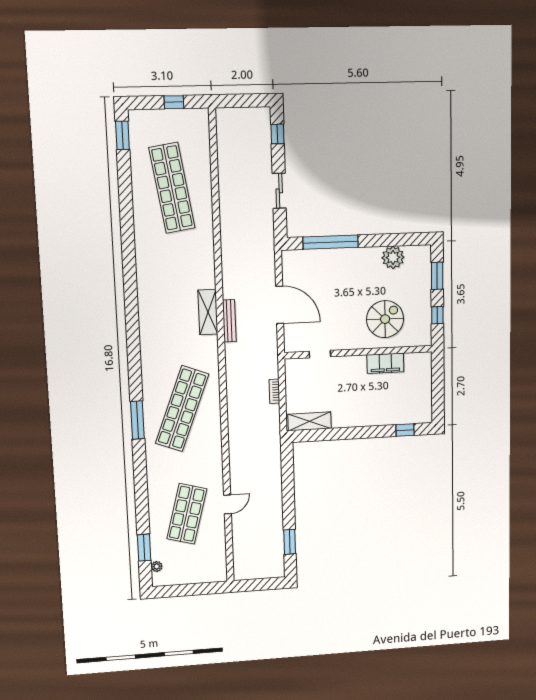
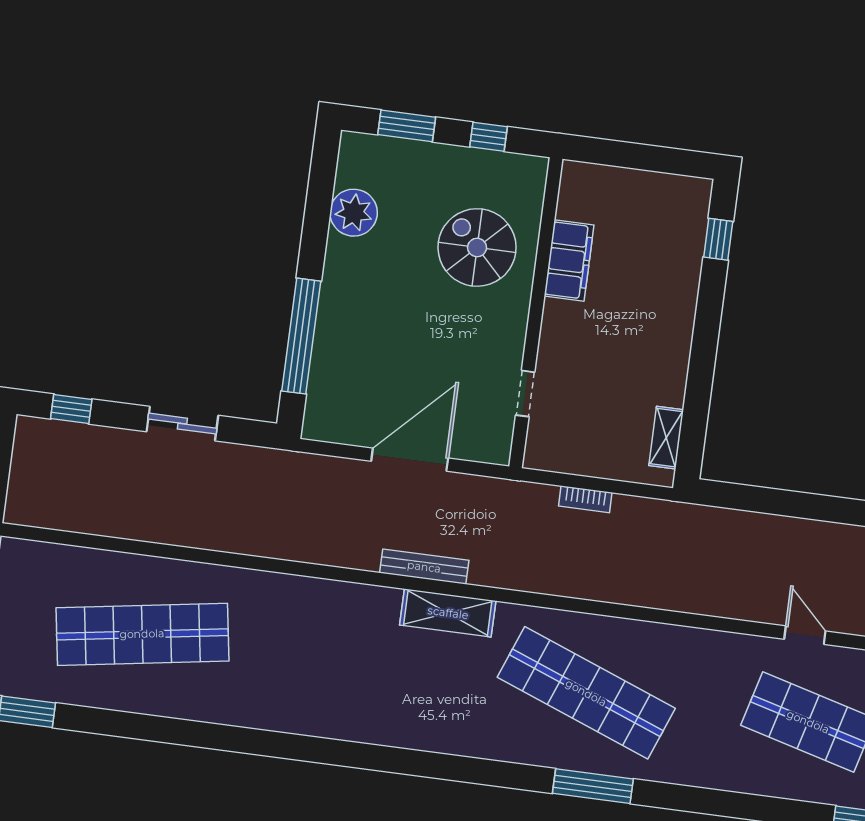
shelving: (208, 312) -> (448, 613), moved
shelving: (309, 421) -> (666, 438), width x0.67, depth x0.75

